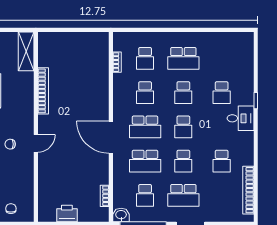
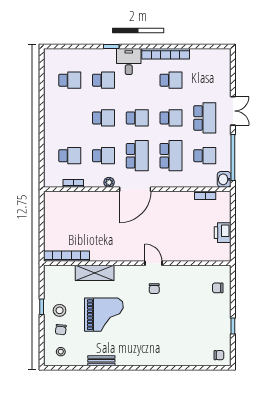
shelving: (26, 51) -> (95, 273), moved
school desk: (183, 58) -> (70, 80), moved, width x0.54
bookcase: (43, 91) -> (66, 256), moved
plant: (118, 98) -> (109, 182), added
door: (111, 137) -> (135, 189), moved
bookcase: (248, 190) -> (166, 54), moved

